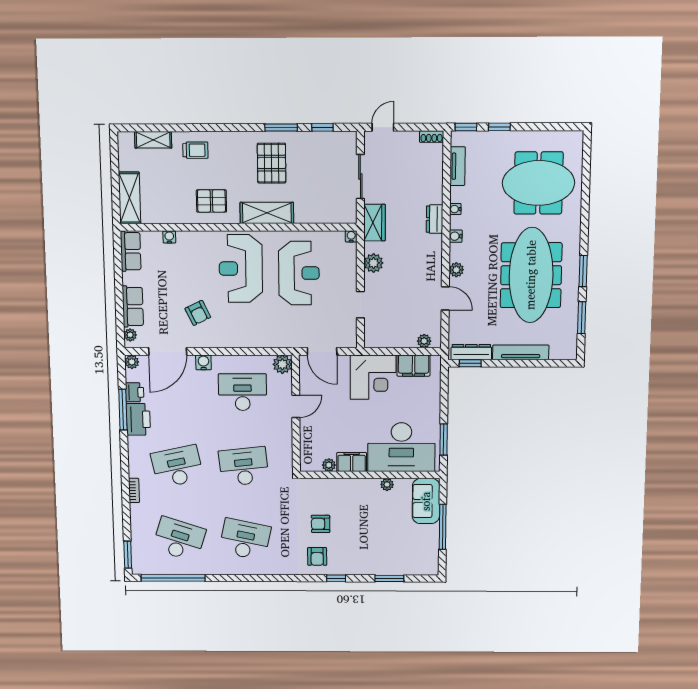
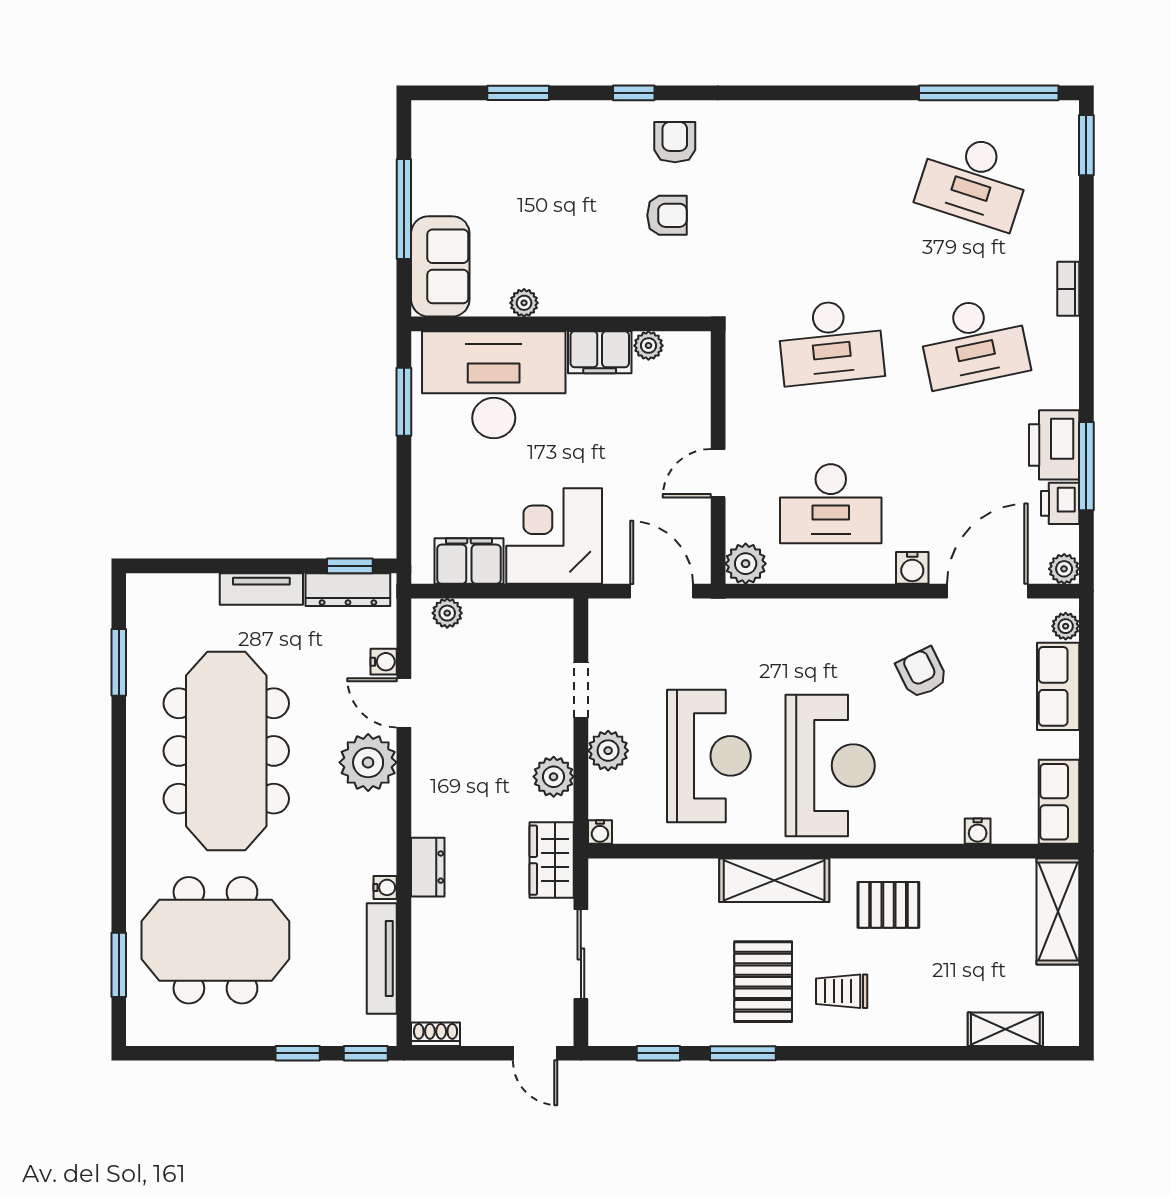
door: (383, 127) -> (535, 1053), hinge flipped
trolley: (195, 150) -> (842, 991), moved
tv unit: (458, 166) -> (382, 959), width x1.41
water cooler: (456, 236) -> (384, 662), moved
plant: (456, 270) -> (368, 762), width x1.88, depth x1.88
window: (583, 271) -> (119, 965), moved
reception desk: (299, 273) -> (709, 756), turned 180
plant: (347, 276) -> (608, 751), added
tv unit: (521, 352) -> (261, 589), width x0.71
desk: (245, 539) -> (831, 180), removed

